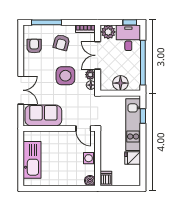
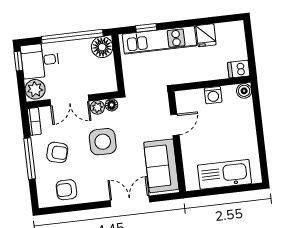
window: (46, 22) -> (30, 159), moved
floor lamp: (120, 83) -> (102, 47), moved
door: (83, 129) -> (175, 125), moved

